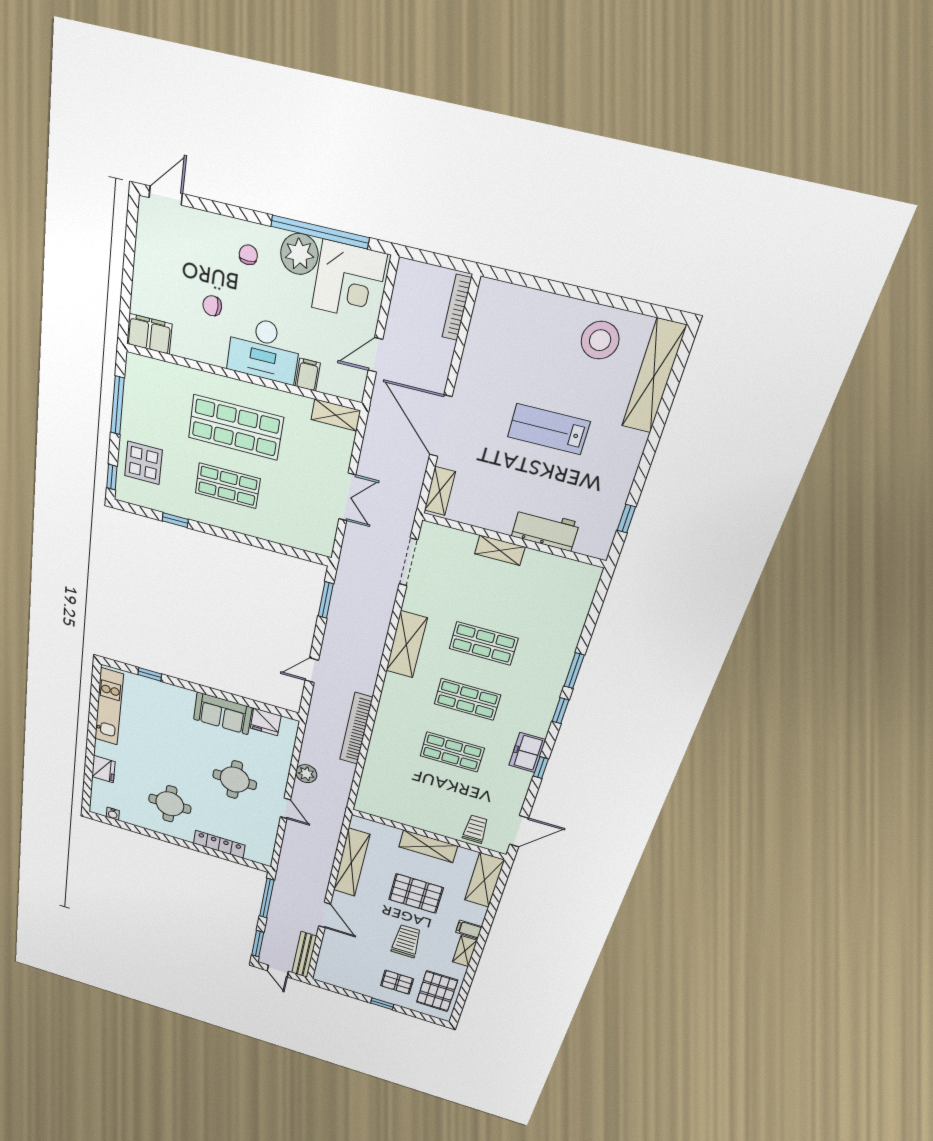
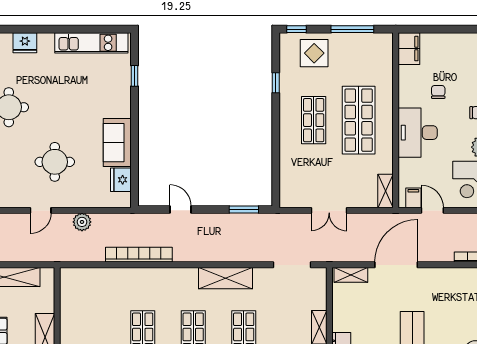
filing cabinet: (308, 375) -> (413, 198), moved, turned -90

